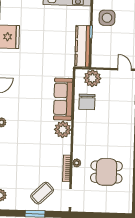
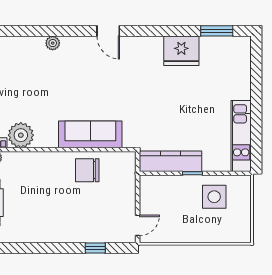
plant: (92, 78) -> (123, 177), removed
plant: (63, 130) -> (21, 135), moved

